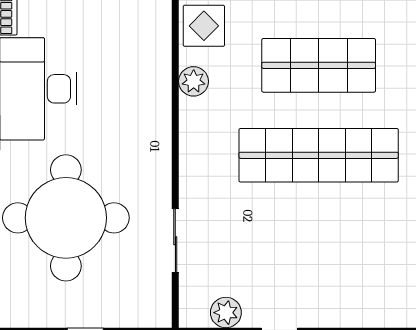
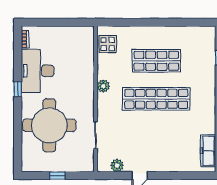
plant: (194, 81) -> (103, 86), moved

